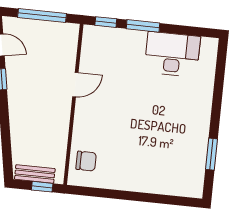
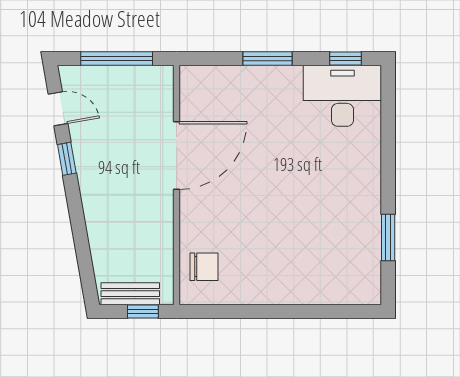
window: (106, 22) -> (346, 59), moved
desk: (172, 54) -> (342, 96), moved
door: (75, 85) -> (177, 155), width x1.87

